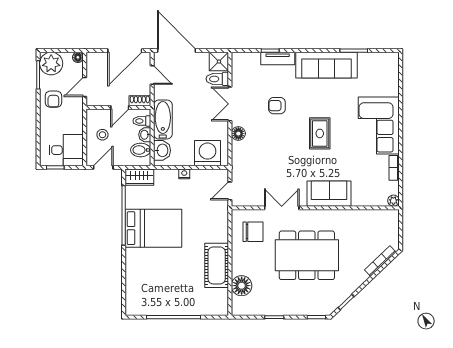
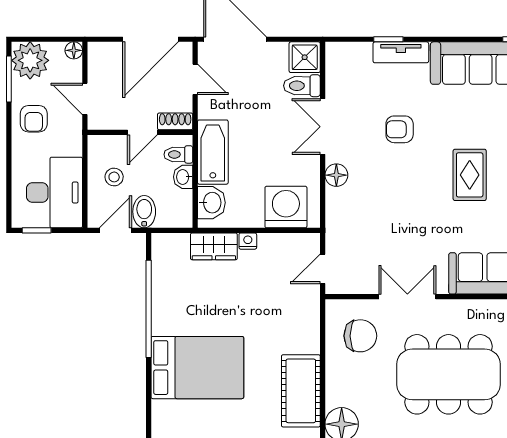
door: (85, 87) -> (85, 99), hinge flipped
desk: (66, 150) -> (55, 192), width x1.37
bidet: (141, 150) -> (144, 212), moved, turned 90
wardrobe: (139, 177) -> (214, 246), moved
bed: (153, 228) -> (197, 368), moved

